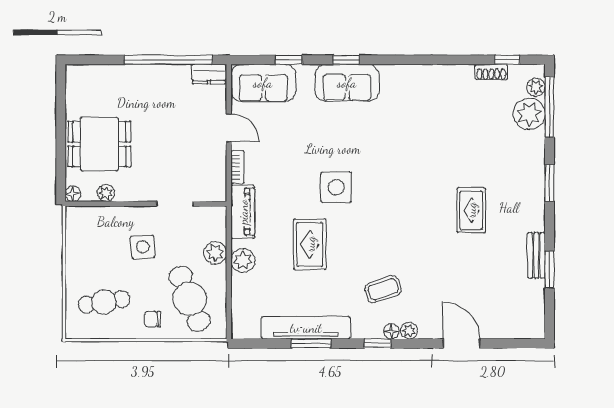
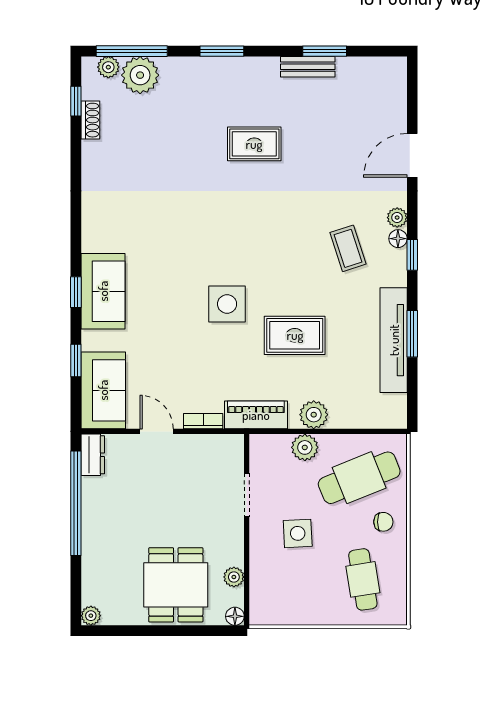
plant: (73, 72) -> (91, 616), added
door: (229, 128) -> (157, 431), hinge flipped
chair: (153, 319) -> (383, 522), turned -90

